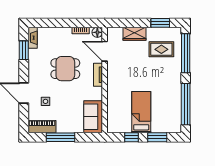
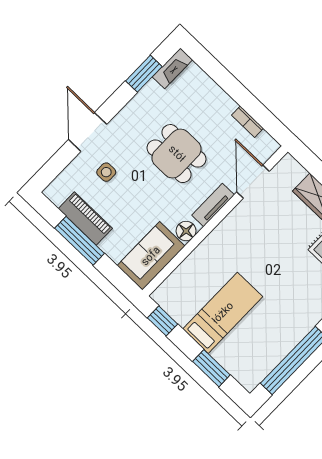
floor lamp: (97, 32) -> (186, 231), moved
piano: (42, 127) -> (85, 219), moved
window: (131, 137) -> (162, 321), moved

